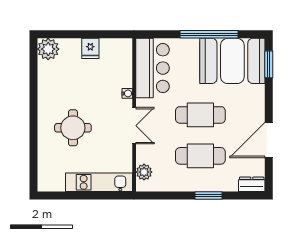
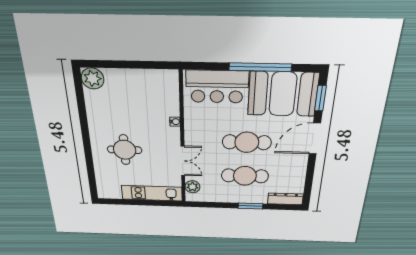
fridge: (90, 48) -> (136, 79), removed
bar counter: (153, 68) -> (217, 87), moved, turned 90
double door: (134, 126) -> (183, 161), moved
door: (269, 140) -> (315, 139), moved
dresser: (252, 184) -> (285, 199), width x1.44

